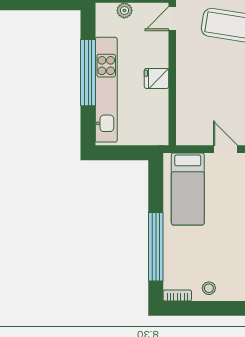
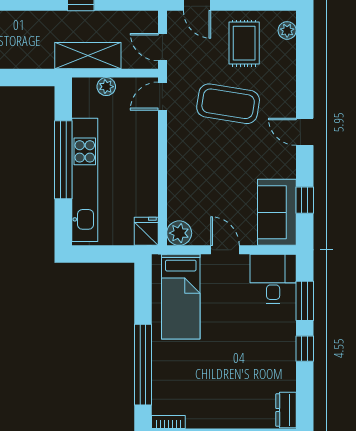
fridge: (157, 78) -> (146, 231), moved, turned 90
plant: (186, 135) -> (179, 233), added
stool: (209, 288) -> (206, 413), removed

